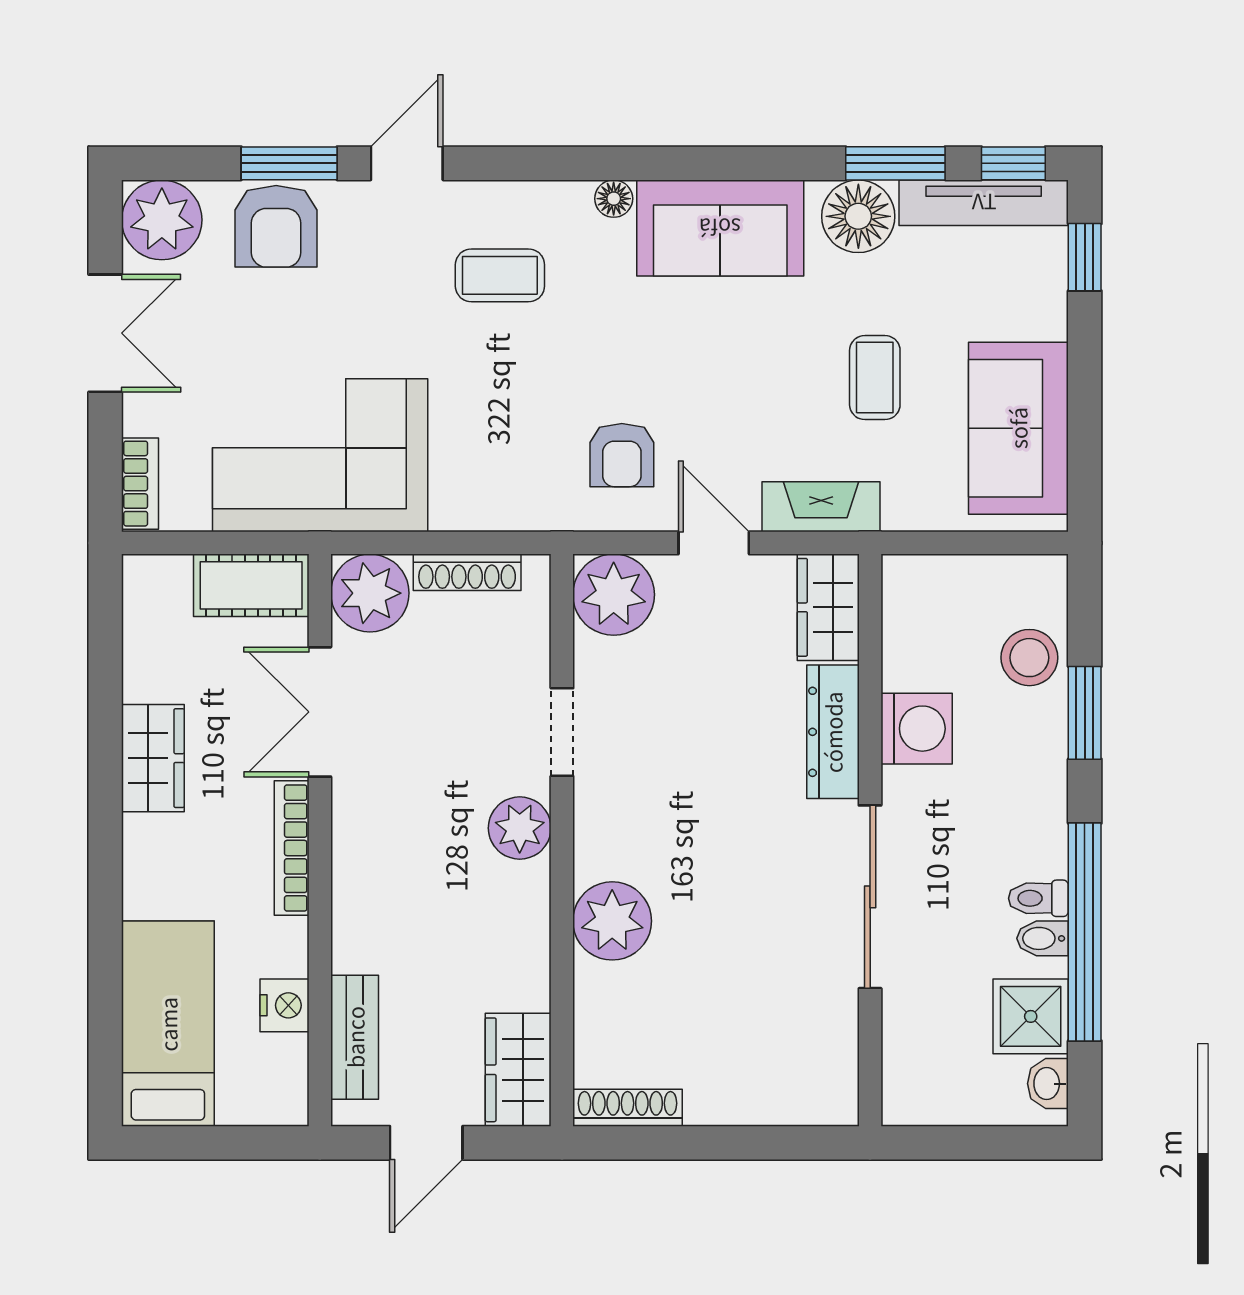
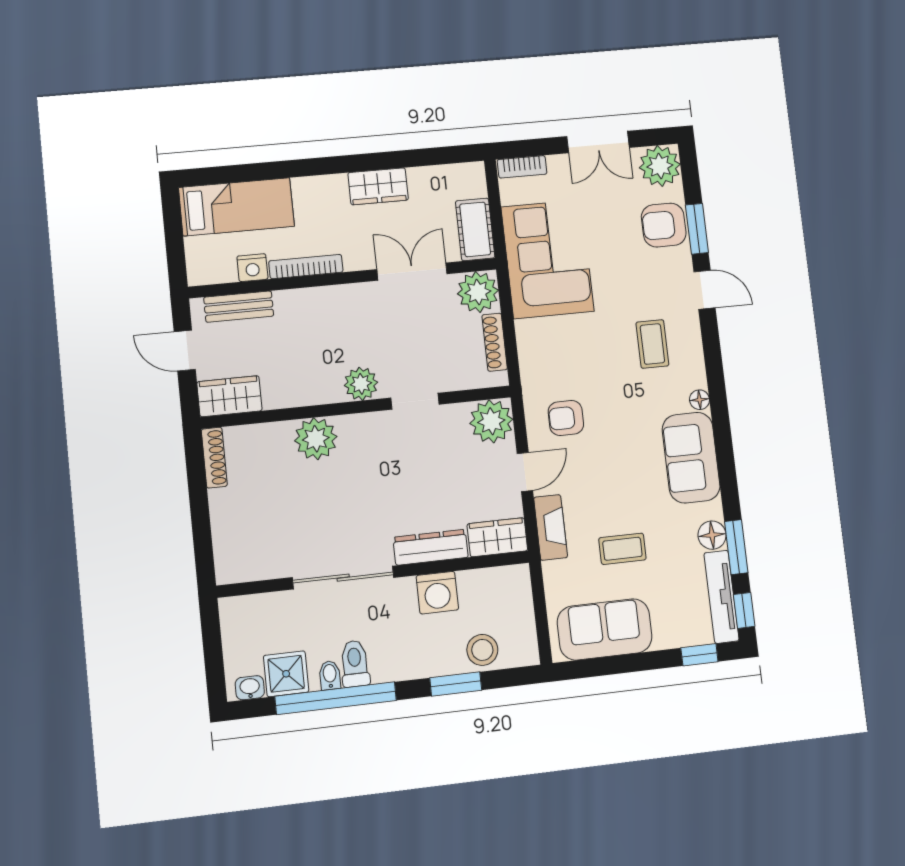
floor lamp: (858, 216) -> (712, 535), width x0.73, depth x0.73
bookcase: (292, 848) -> (306, 267), moved
toilet: (1038, 898) -> (355, 664), width x1.37, depth x1.39

